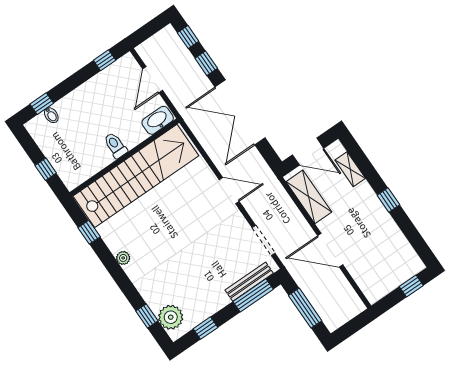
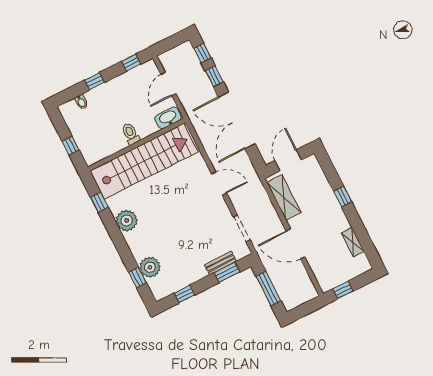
window: (42, 104) -> (94, 81), moved
door: (308, 152) -> (288, 160), swing flipped
shelving: (350, 169) -> (353, 242), moved
window: (388, 200) -> (343, 197), moved
plant: (123, 258) -> (127, 221), width x1.87, depth x1.87
bench: (249, 282) -> (221, 263), width x0.73
window: (411, 286) -> (343, 290), moved
window: (253, 295) -> (227, 272), width x0.69
plant: (171, 317) -> (150, 267), moved

